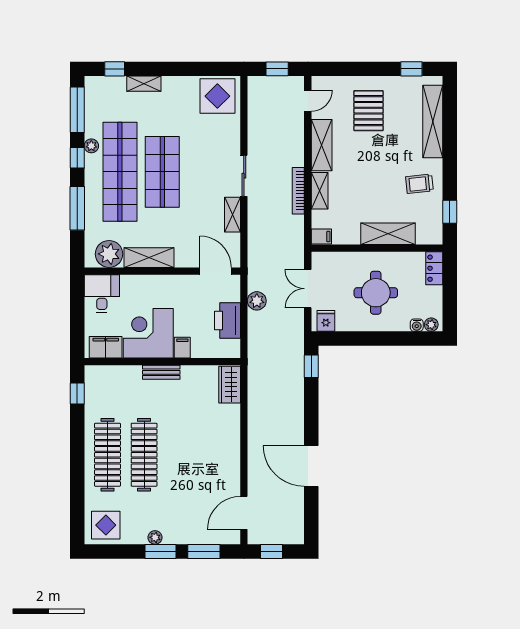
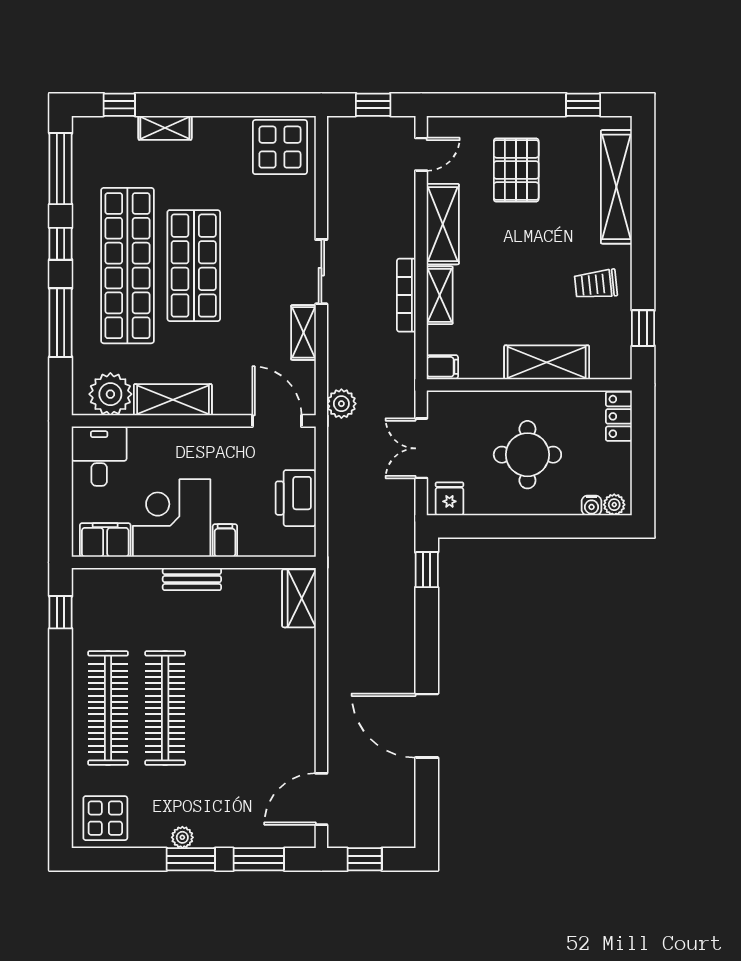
plant: (91, 146) -> (83, 225), removed
plant: (257, 301) -> (341, 404), moved

